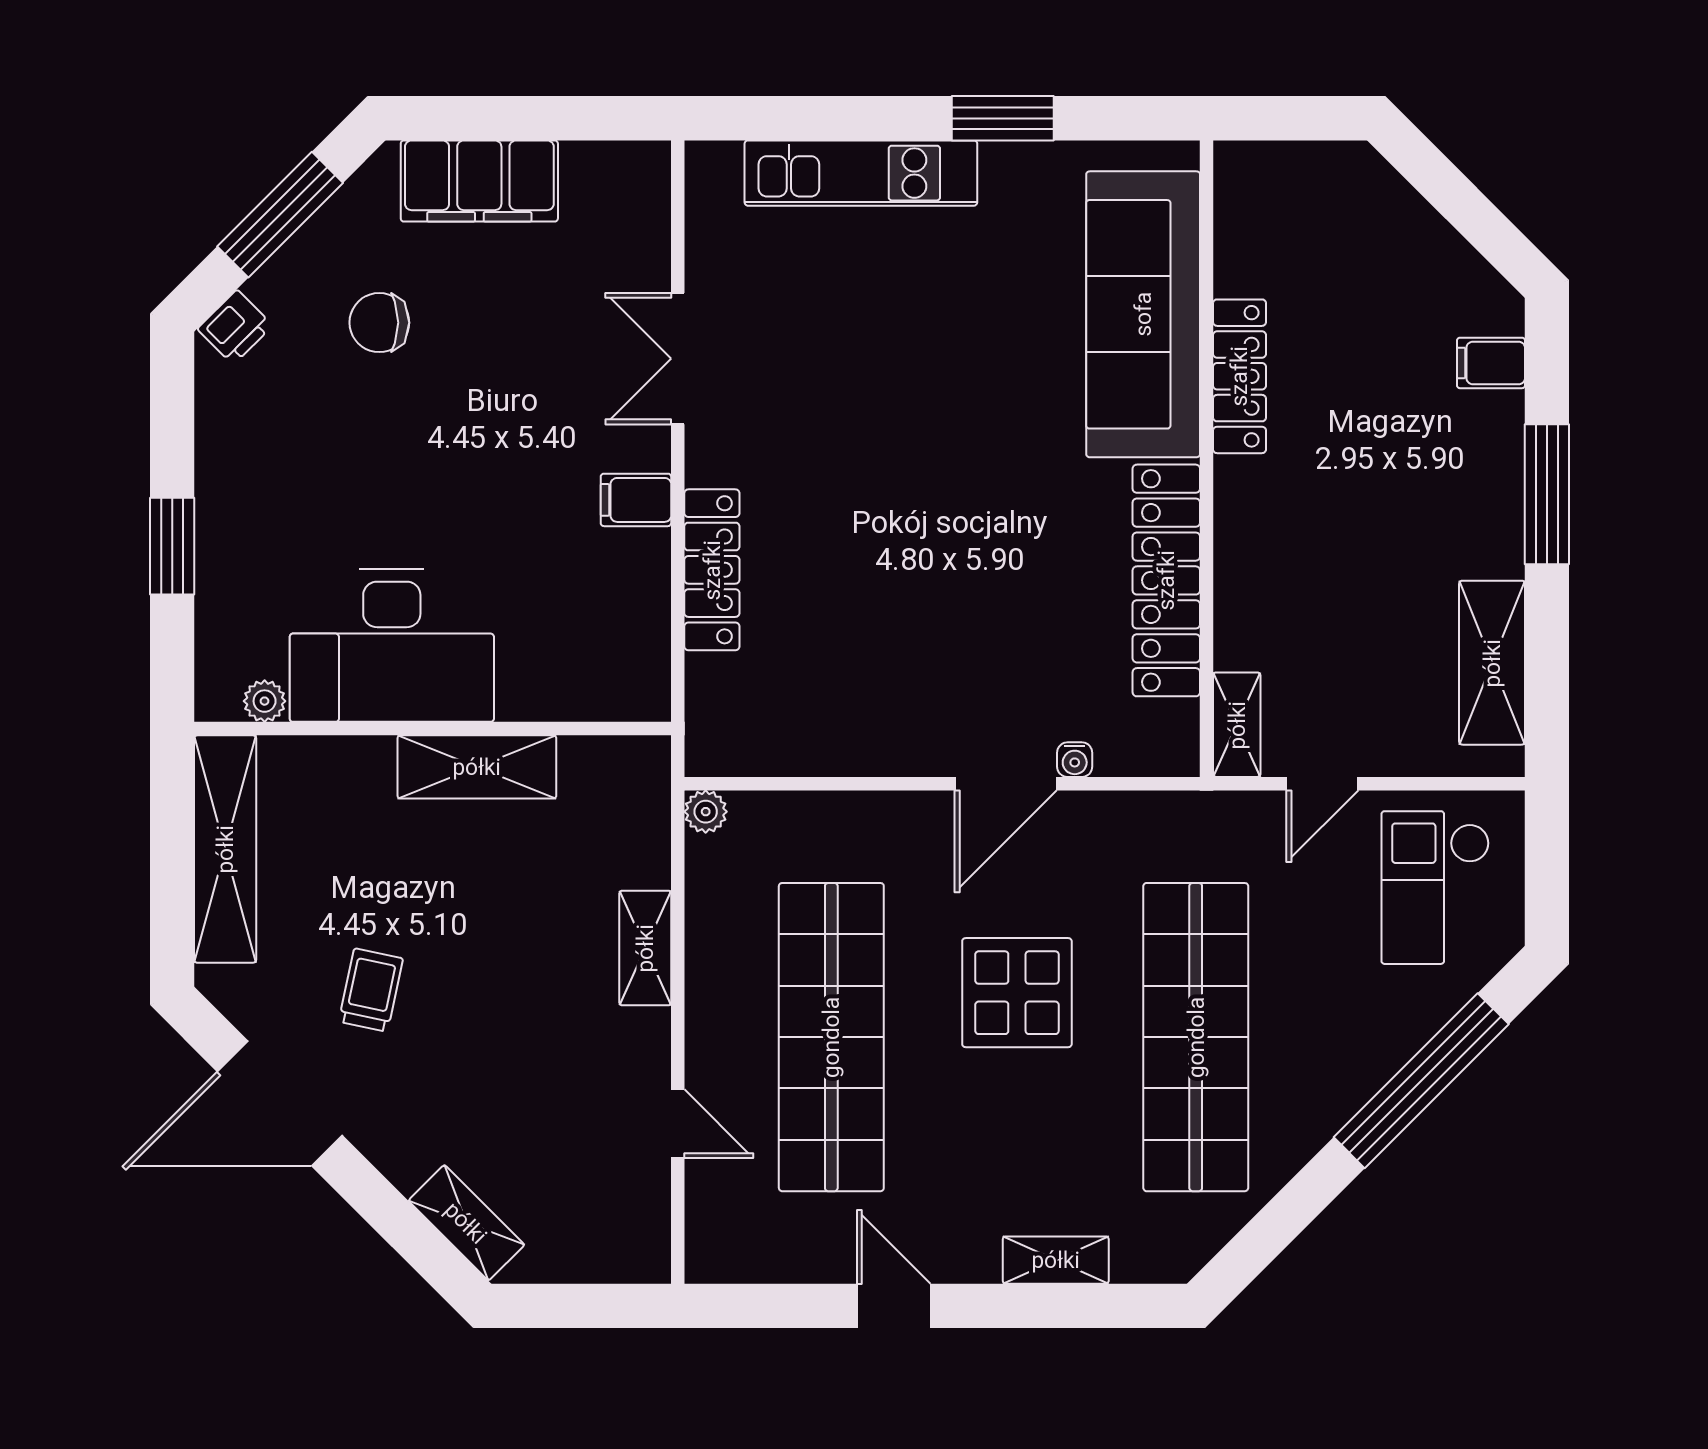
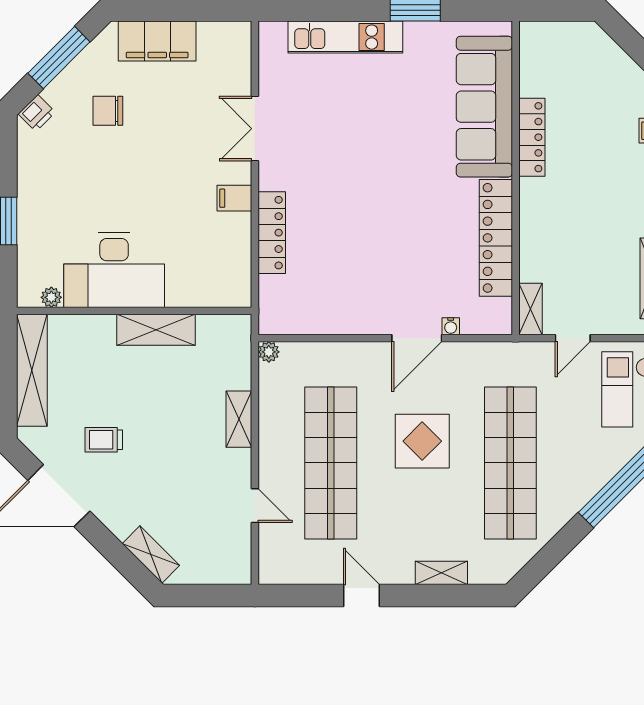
trolley: (371, 990) -> (104, 440), turned -102

